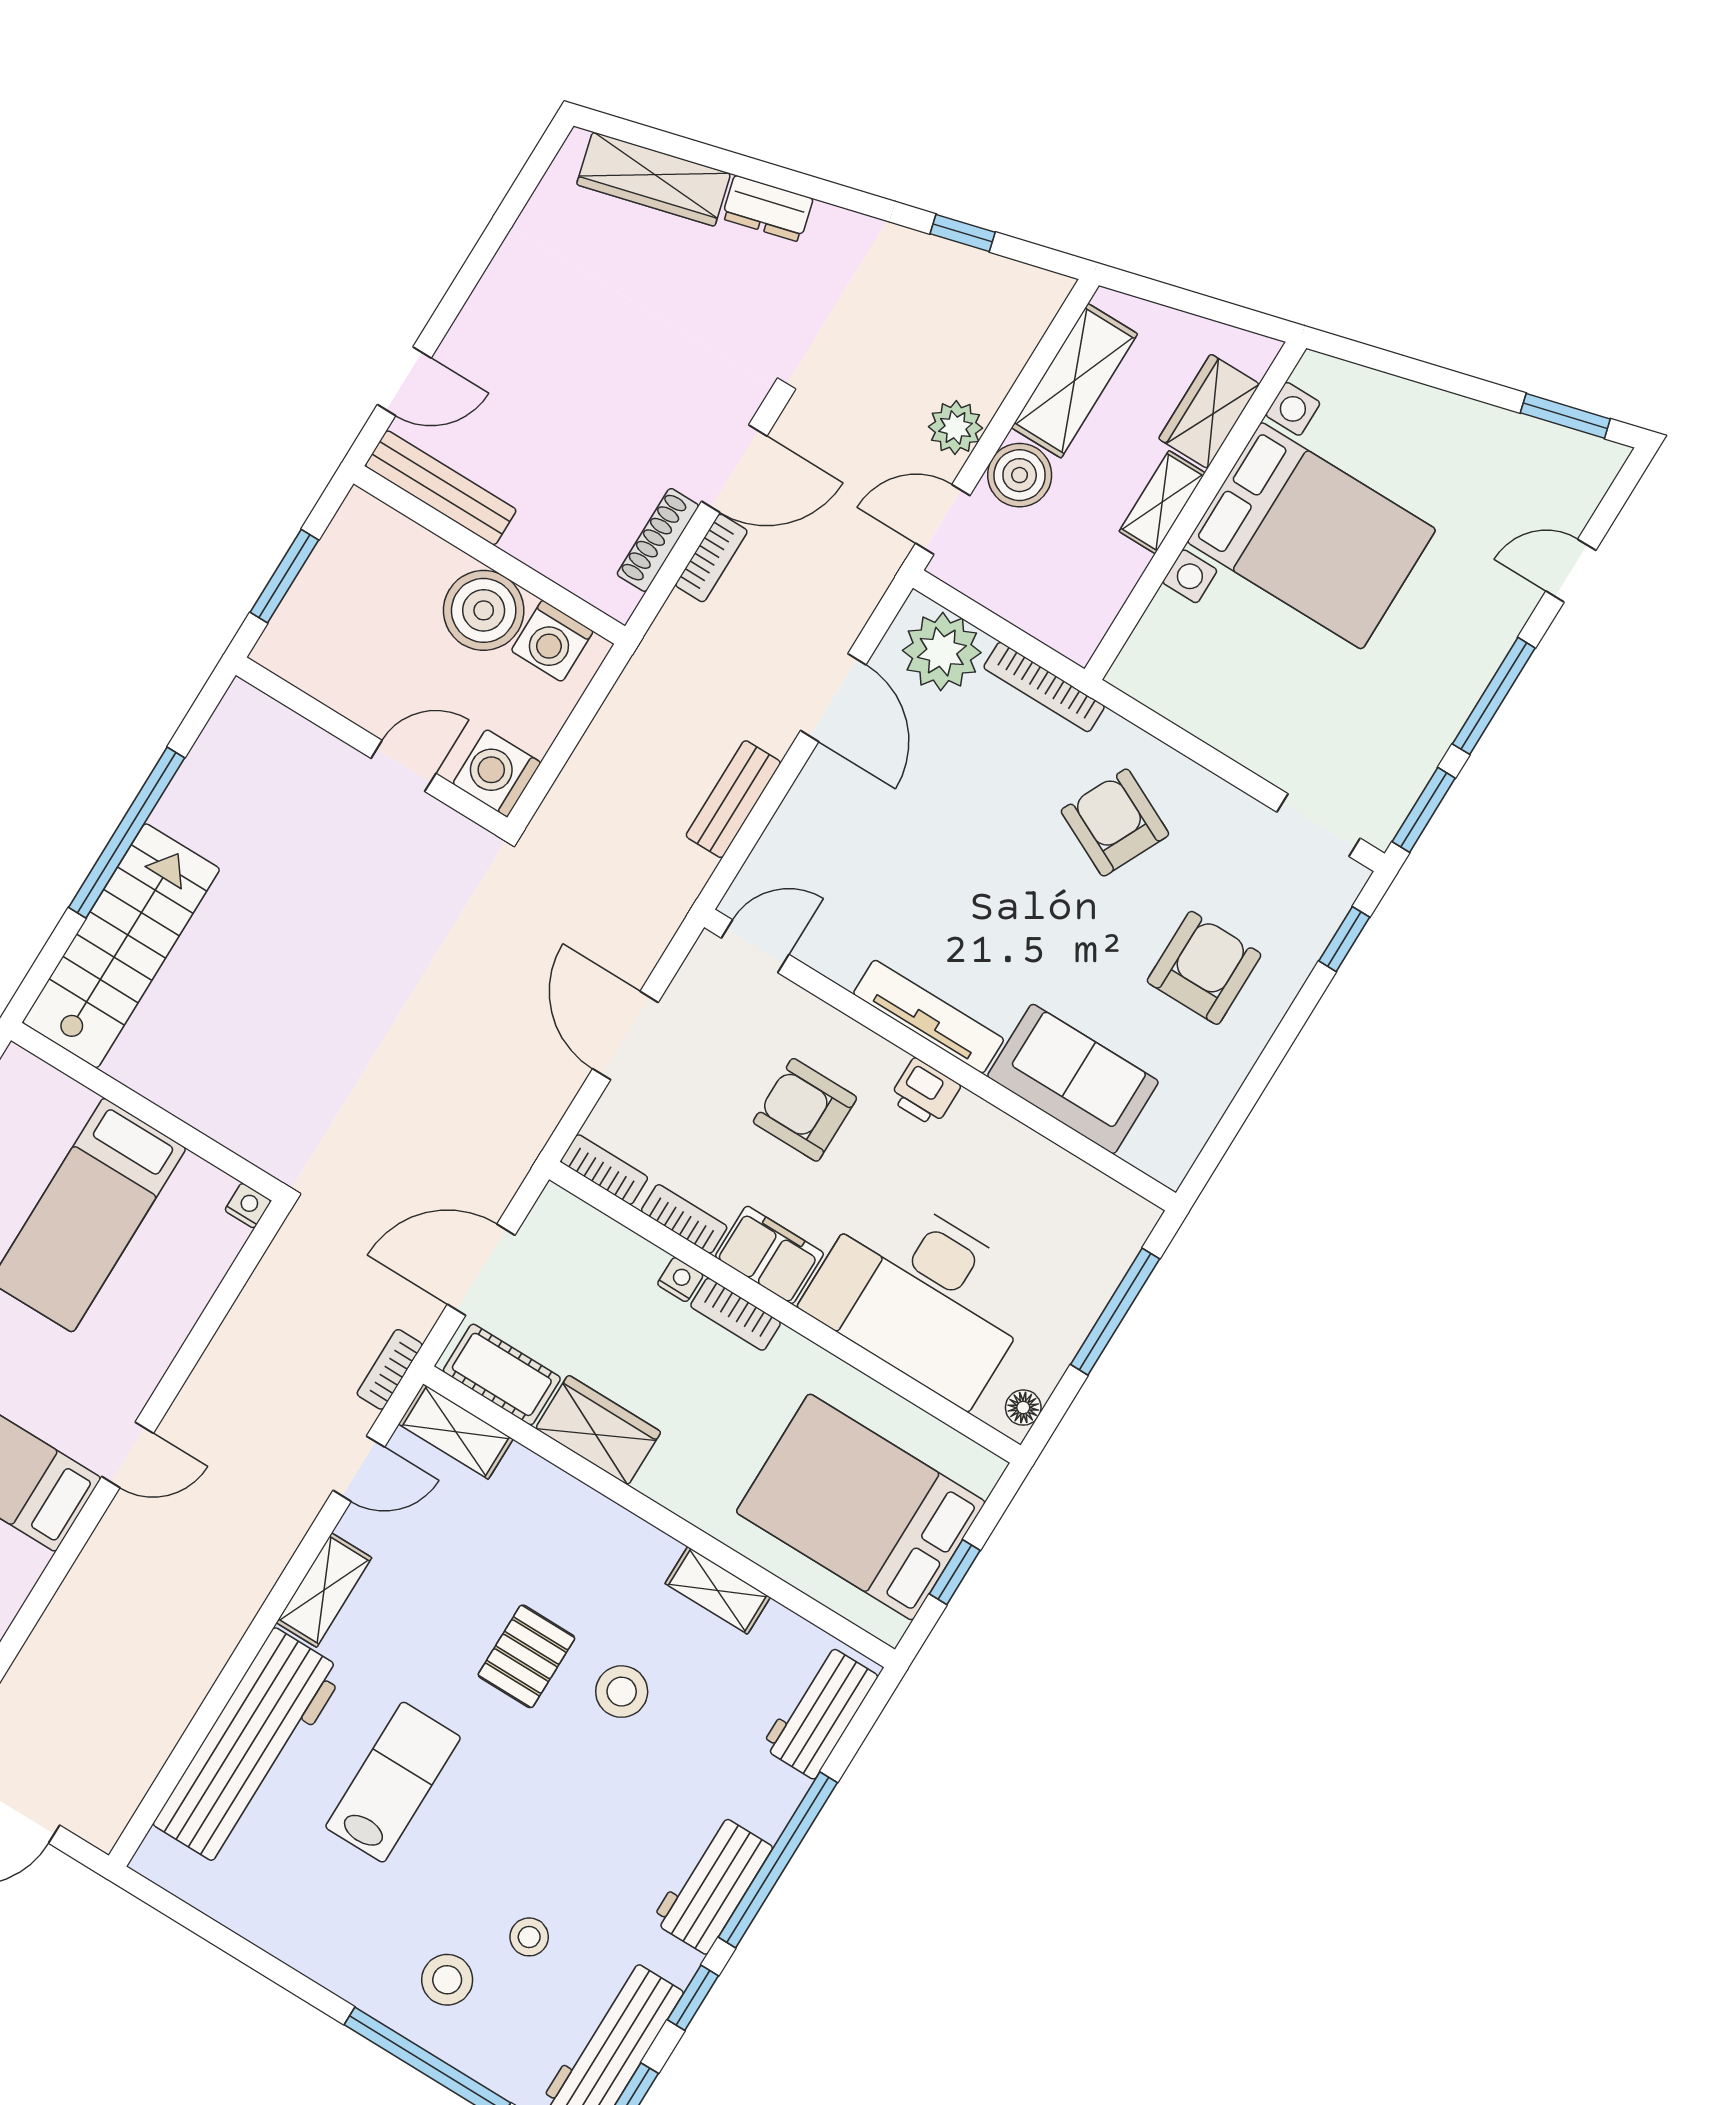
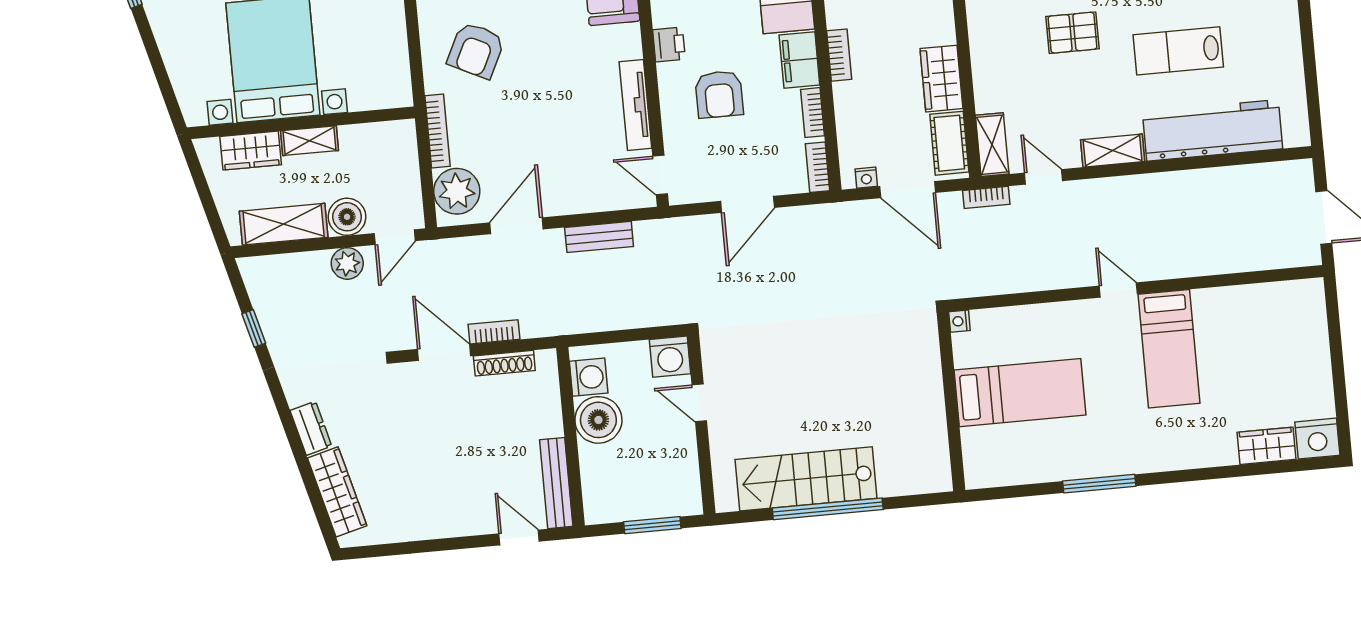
door: (943, 519) -> (395, 237), hinge flipped
stairs: (121, 946) -> (806, 479), moved
tv unit: (929, 1017) -> (635, 105), moved
nightstand: (680, 1280) -> (866, 178), moved, turned -90

